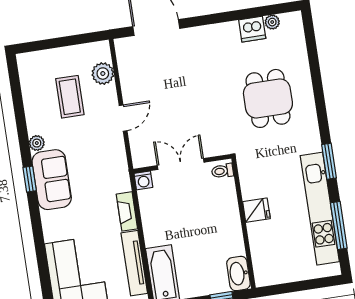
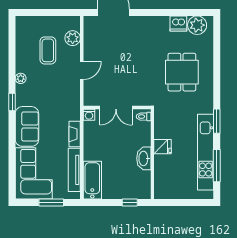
plant: (272, 22) -> (197, 25), width x1.88, depth x1.88
double door: (181, 164) -> (116, 107), swing flipped
sofa: (52, 180) -> (27, 126), moved
washbasin: (238, 273) -> (144, 158), moved

